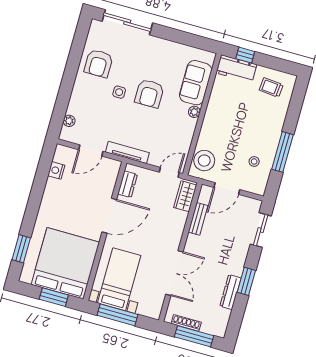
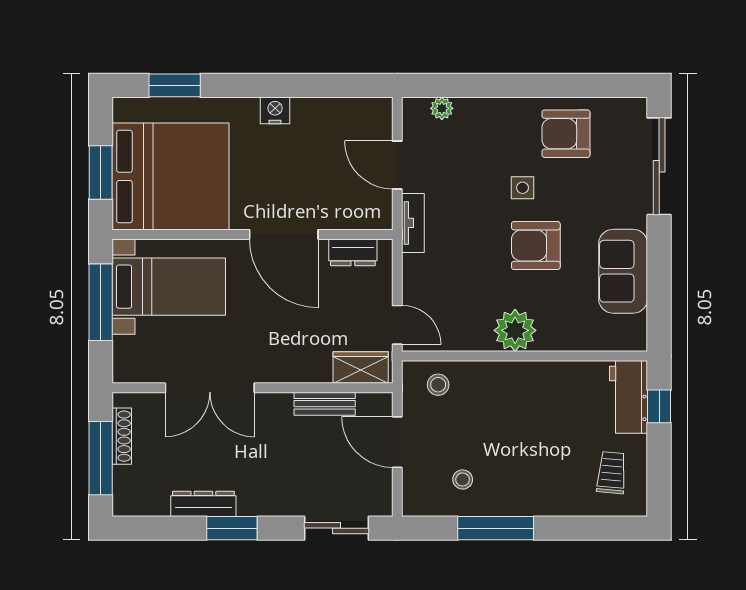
sofa: (196, 83) -> (623, 271), moved, turned -90
plant: (194, 112) -> (515, 330), width x1.88, depth x1.88
tv unit: (127, 152) -> (413, 223), width x0.71
stool: (204, 161) -> (438, 385), width x0.53, depth x0.53
nightstand: (56, 170) -> (275, 110), moved

